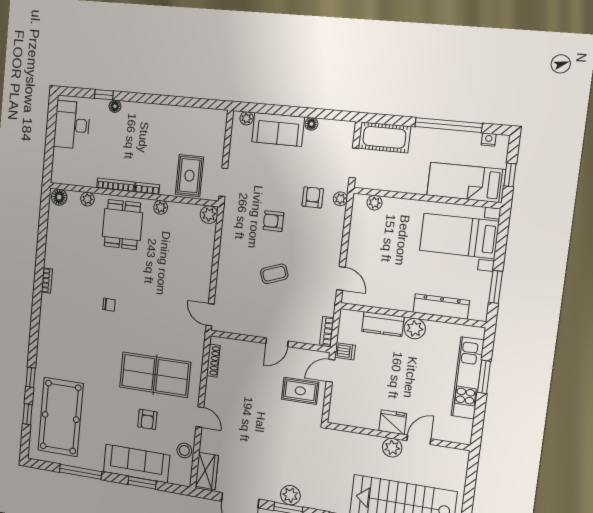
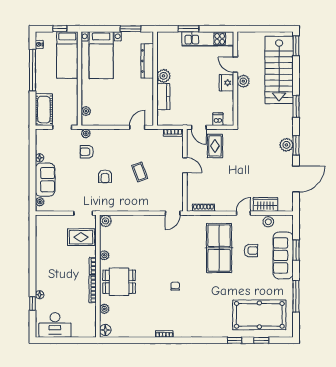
dishwasher: (345, 351) -> (218, 119), moved
kitchen unit: (468, 378) -> (208, 39), moved
wardrobe: (207, 471) -> (265, 204), moved

